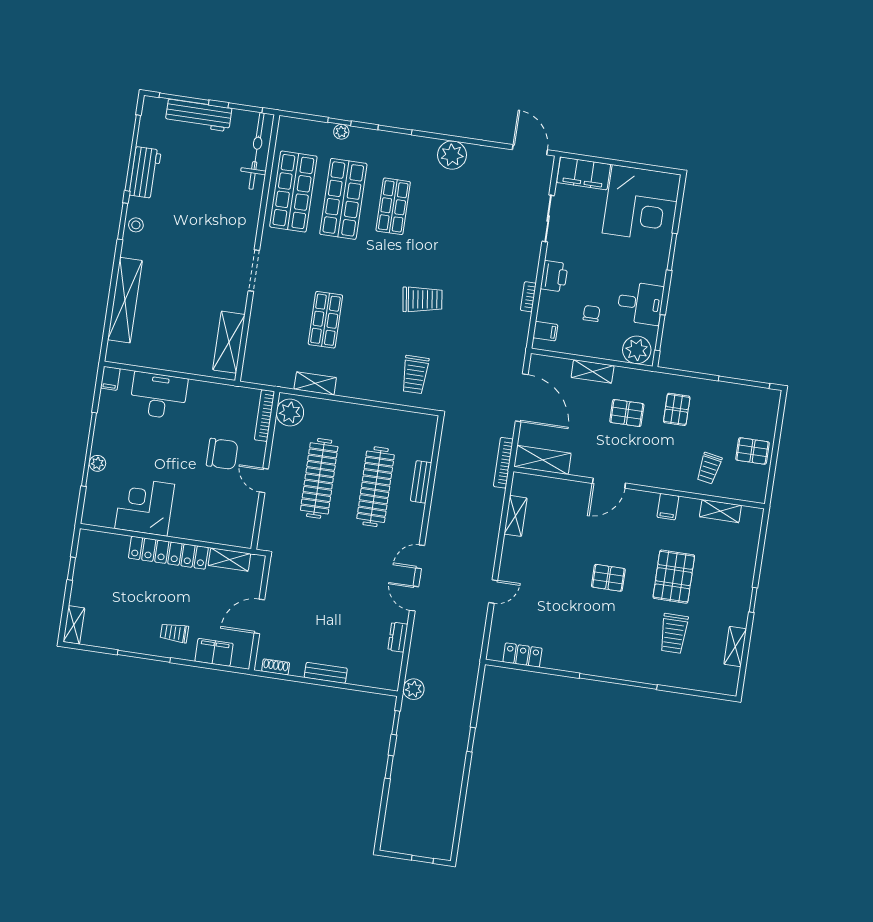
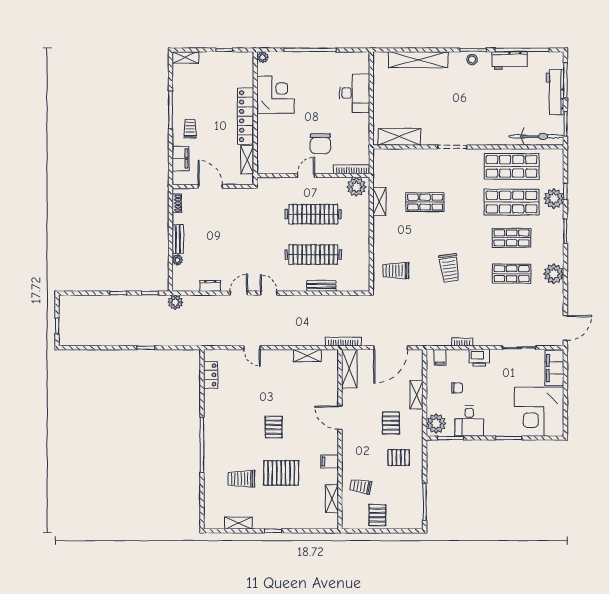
plant: (341, 132) -> (554, 198), width x1.88, depth x1.88
shop shelf: (443, 214) -> (512, 274), added
filing cabinet: (110, 378) -> (362, 57), removed
plant: (97, 463) -> (263, 57), moved
plant: (355, 678) -> (177, 260), added

